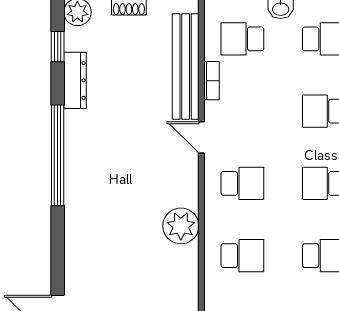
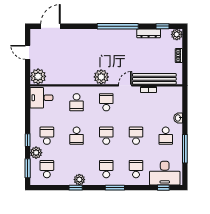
school desk: (242, 39) -> (166, 102), removed
school desk: (242, 183) -> (106, 102), turned 180
plant: (181, 226) -> (101, 77), moved

